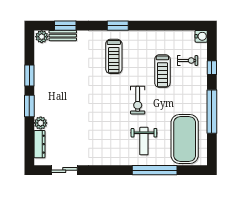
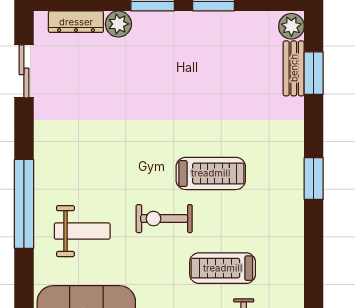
treadmill: (114, 56) -> (211, 173), moved, turned 180
weight bench: (144, 141) -> (82, 231), turned 180
window: (155, 170) -> (24, 204), moved

